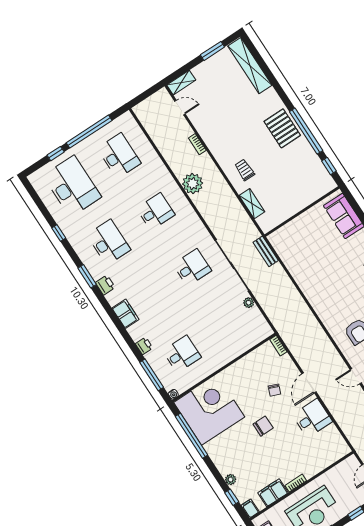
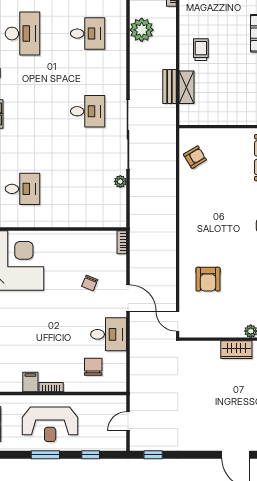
armchair: (291, 250) -> (195, 157), added
bench: (266, 251) -> (170, 87), moved
door: (309, 383) -> (128, 298), swing flipped
chair: (263, 426) -> (93, 367), moved, turned -90
filing cabinet: (273, 493) -> (30, 382), width x0.50

